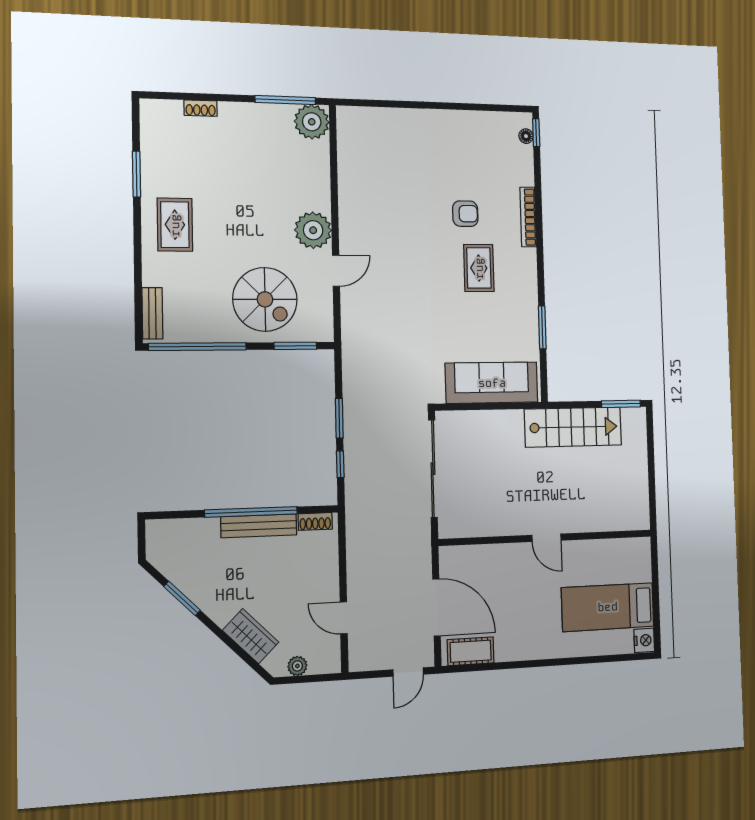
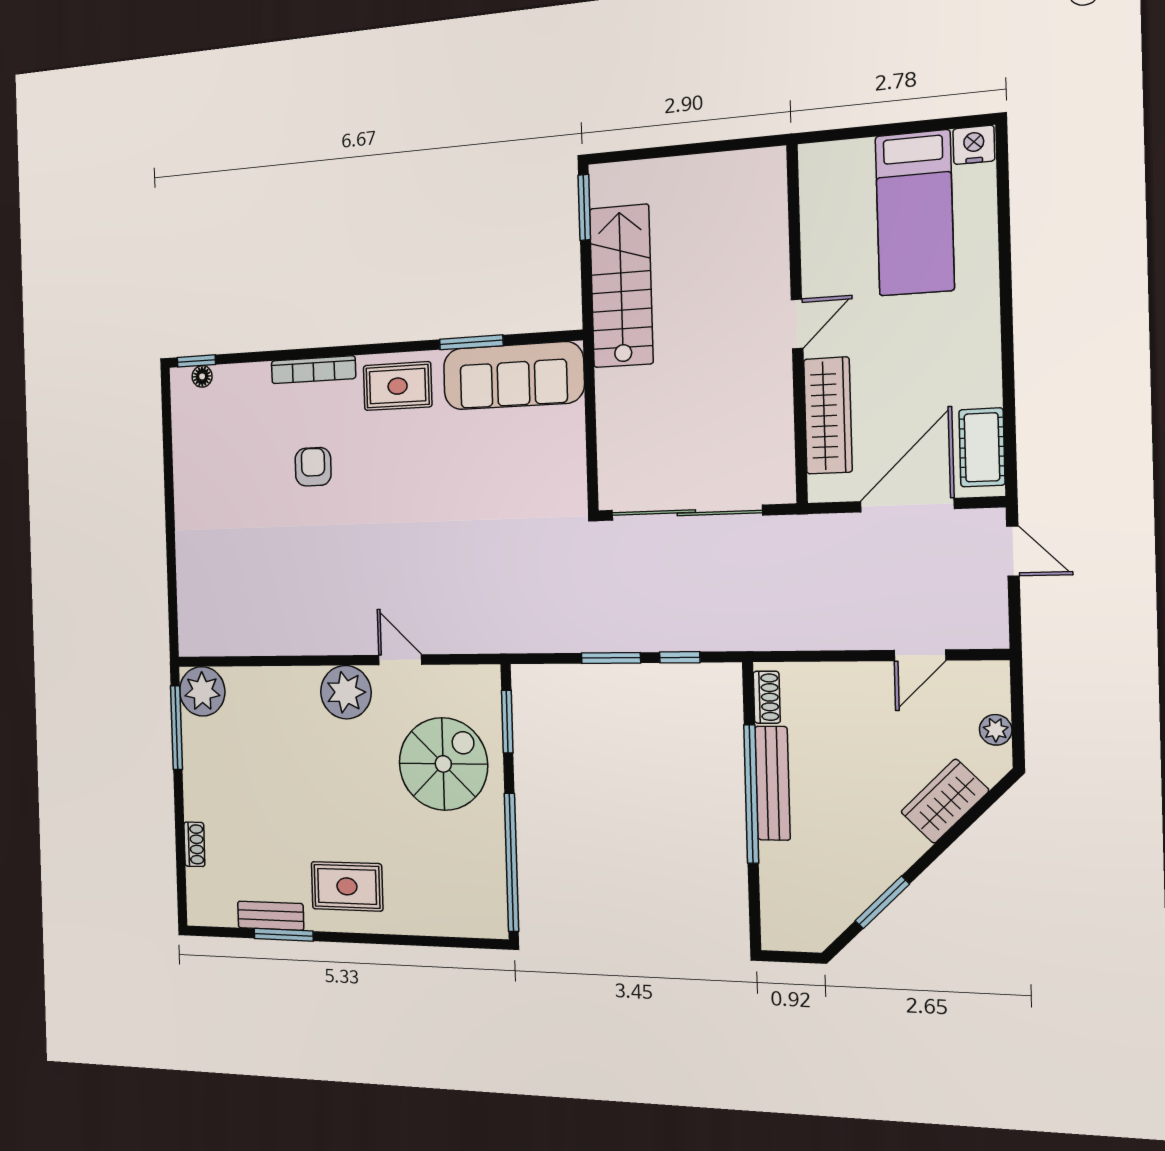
rug: (479, 268) -> (398, 386), moved
bench: (152, 313) -> (271, 916), moved
sofa: (492, 383) -> (513, 376), moved, turned -90
wardrobe: (491, 558) -> (828, 416), added

